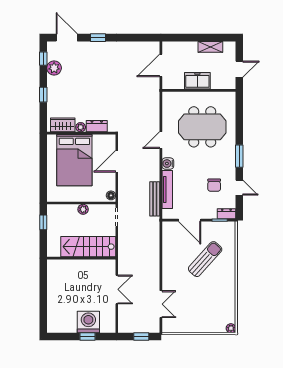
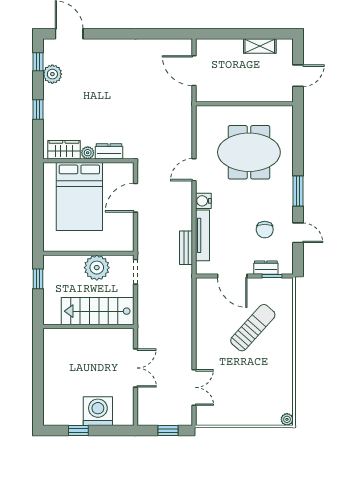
window: (98, 38) -> (111, 34), removed
door: (161, 65) -> (194, 71), hinge flipped
freezer: (197, 81) -> (243, 91), removed
floor lamp: (111, 195) -> (128, 243), removed
bench: (155, 199) -> (186, 248), width x0.73
plant: (83, 209) -> (97, 268), width x1.88, depth x1.88
dresser: (226, 214) -> (266, 268), moved
window: (88, 337) -> (78, 430), moved

